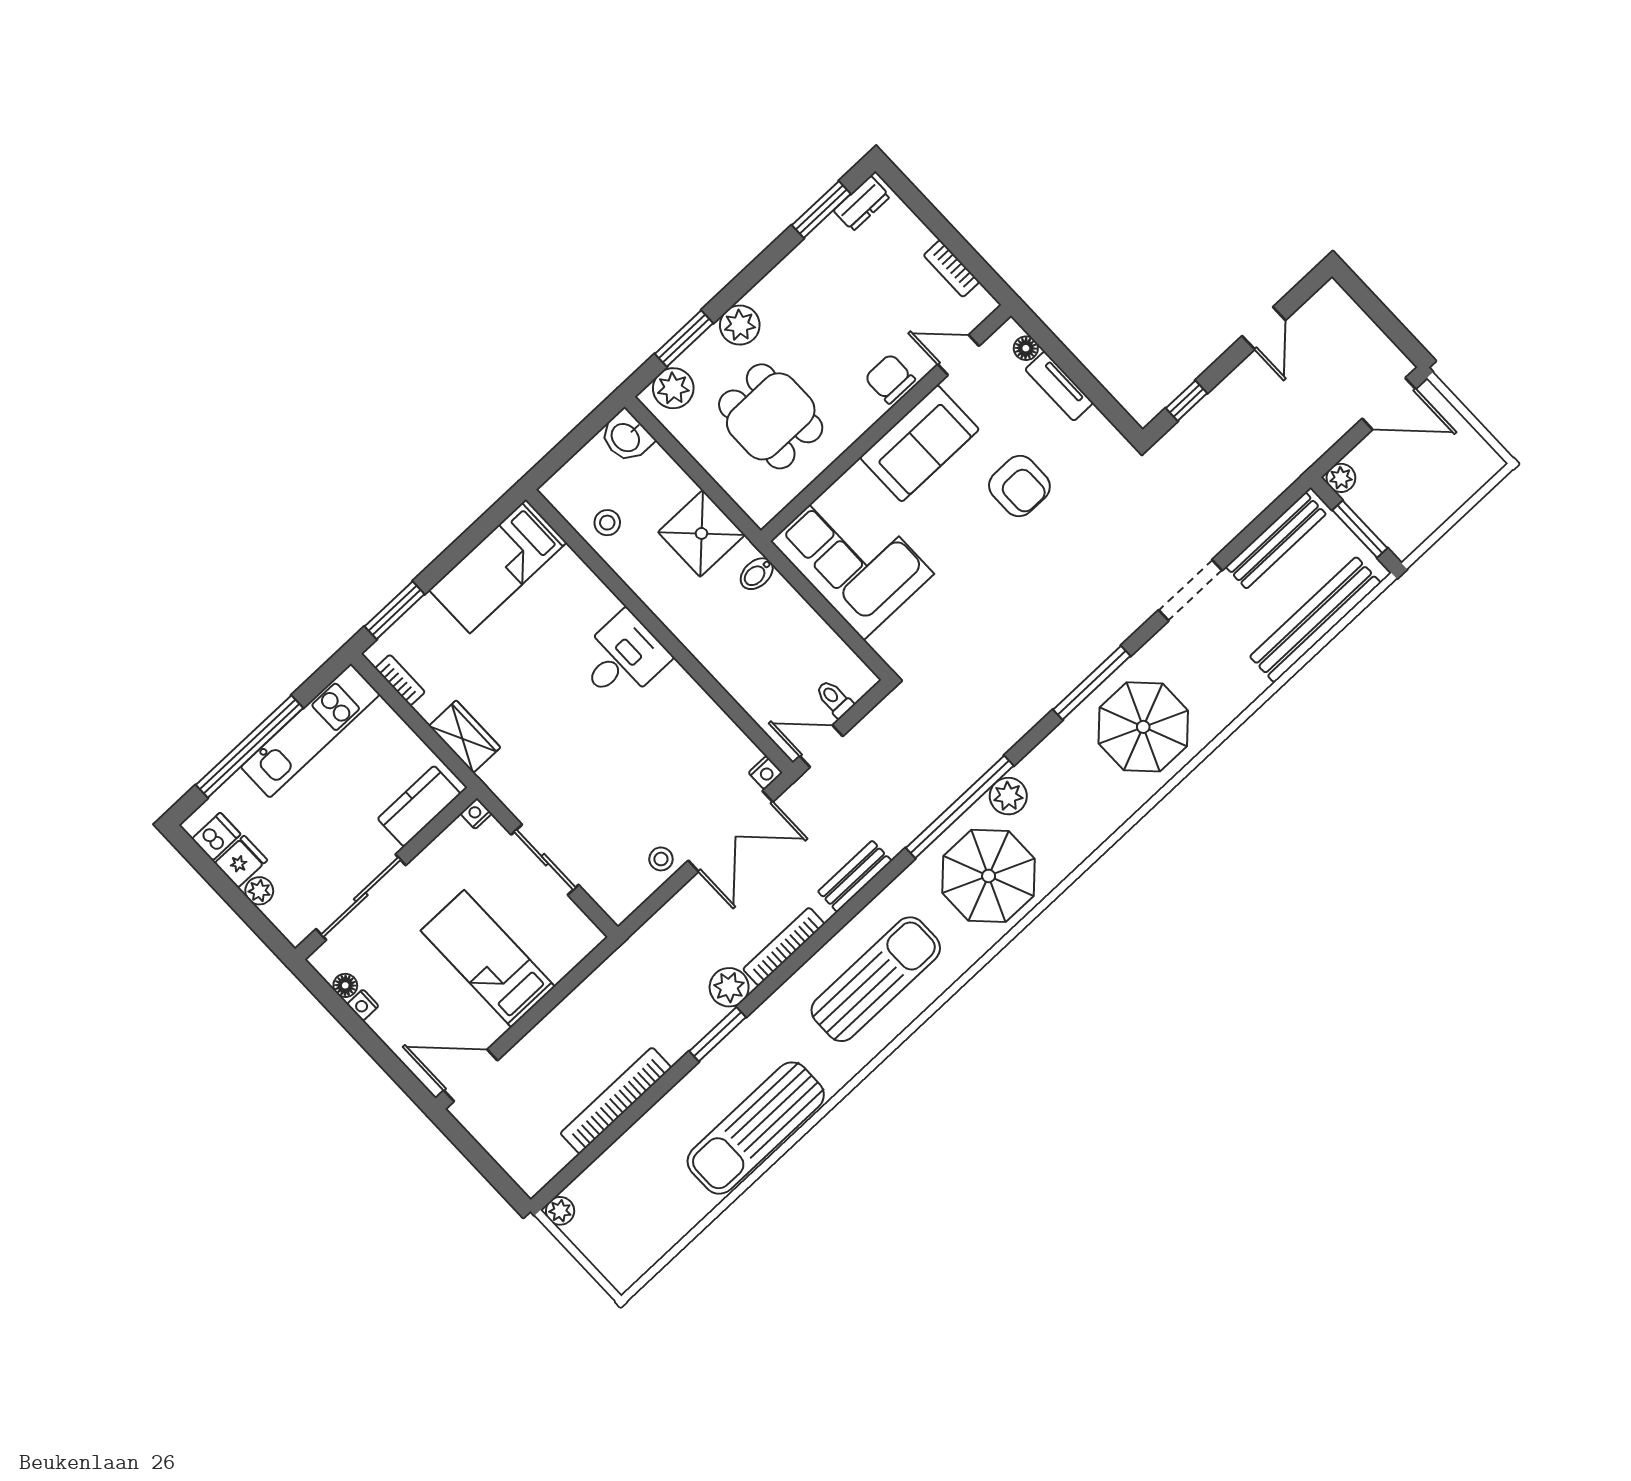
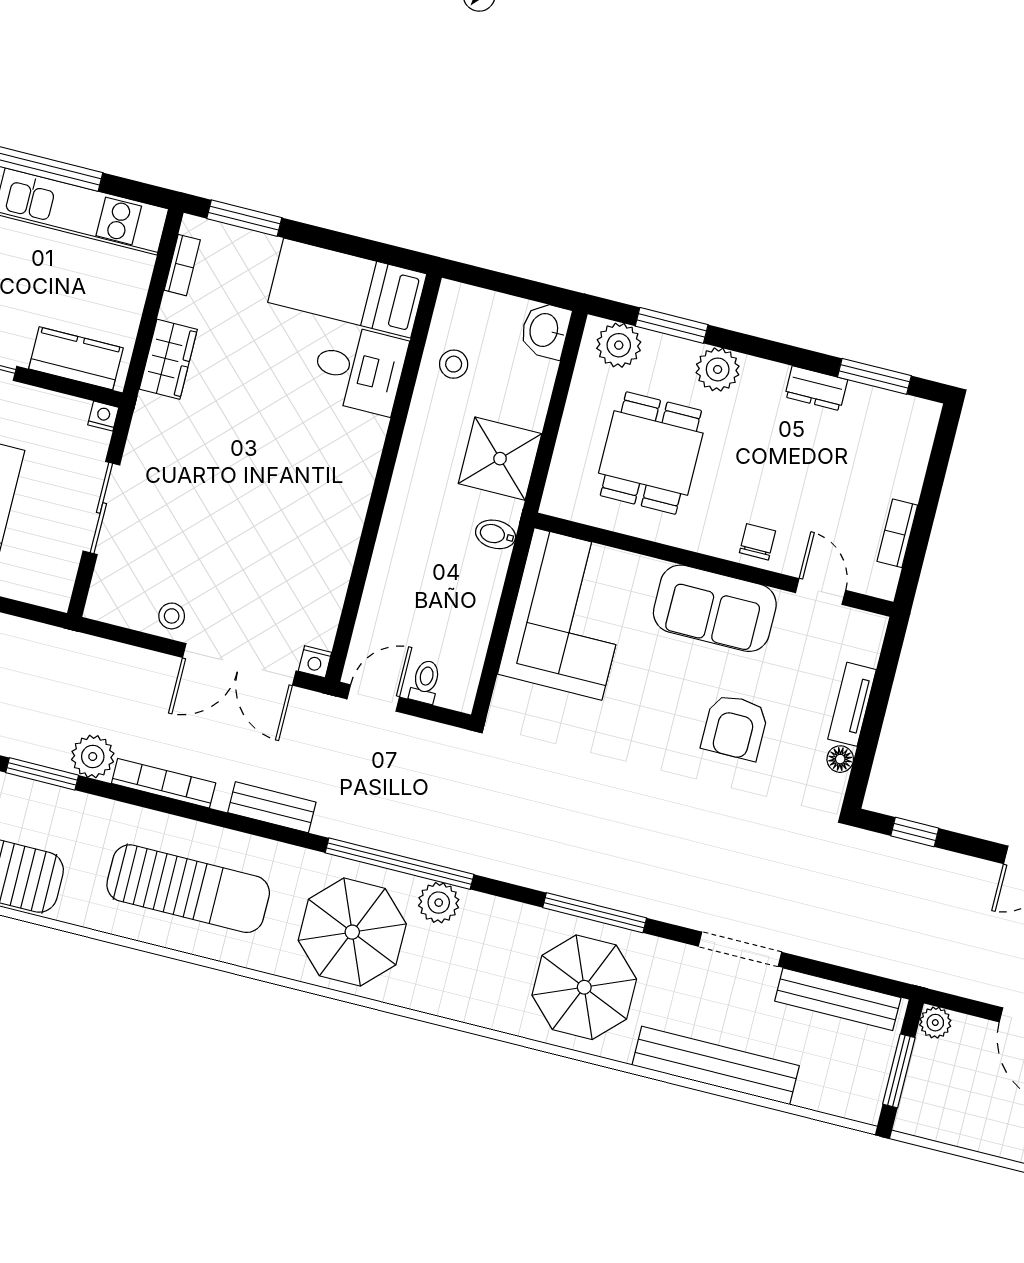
dresser: (862, 203) -> (816, 388), moved
floor lamp: (1026, 348) -> (840, 759), moved
chair: (890, 379) -> (757, 542), width x0.73, depth x0.73
bench: (1315, 620) -> (716, 1065), moved
desk: (622, 658) -> (359, 369), moved
door: (821, 746) -> (373, 698), hinge flipped

